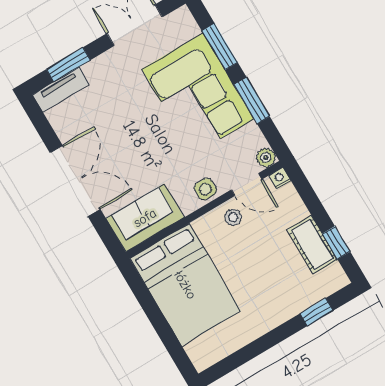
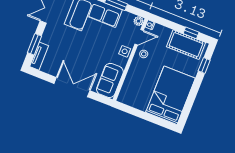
cot: (312, 245) -> (186, 45), width x1.37, depth x1.34
bed: (185, 285) -> (171, 95), moved, turned -90

